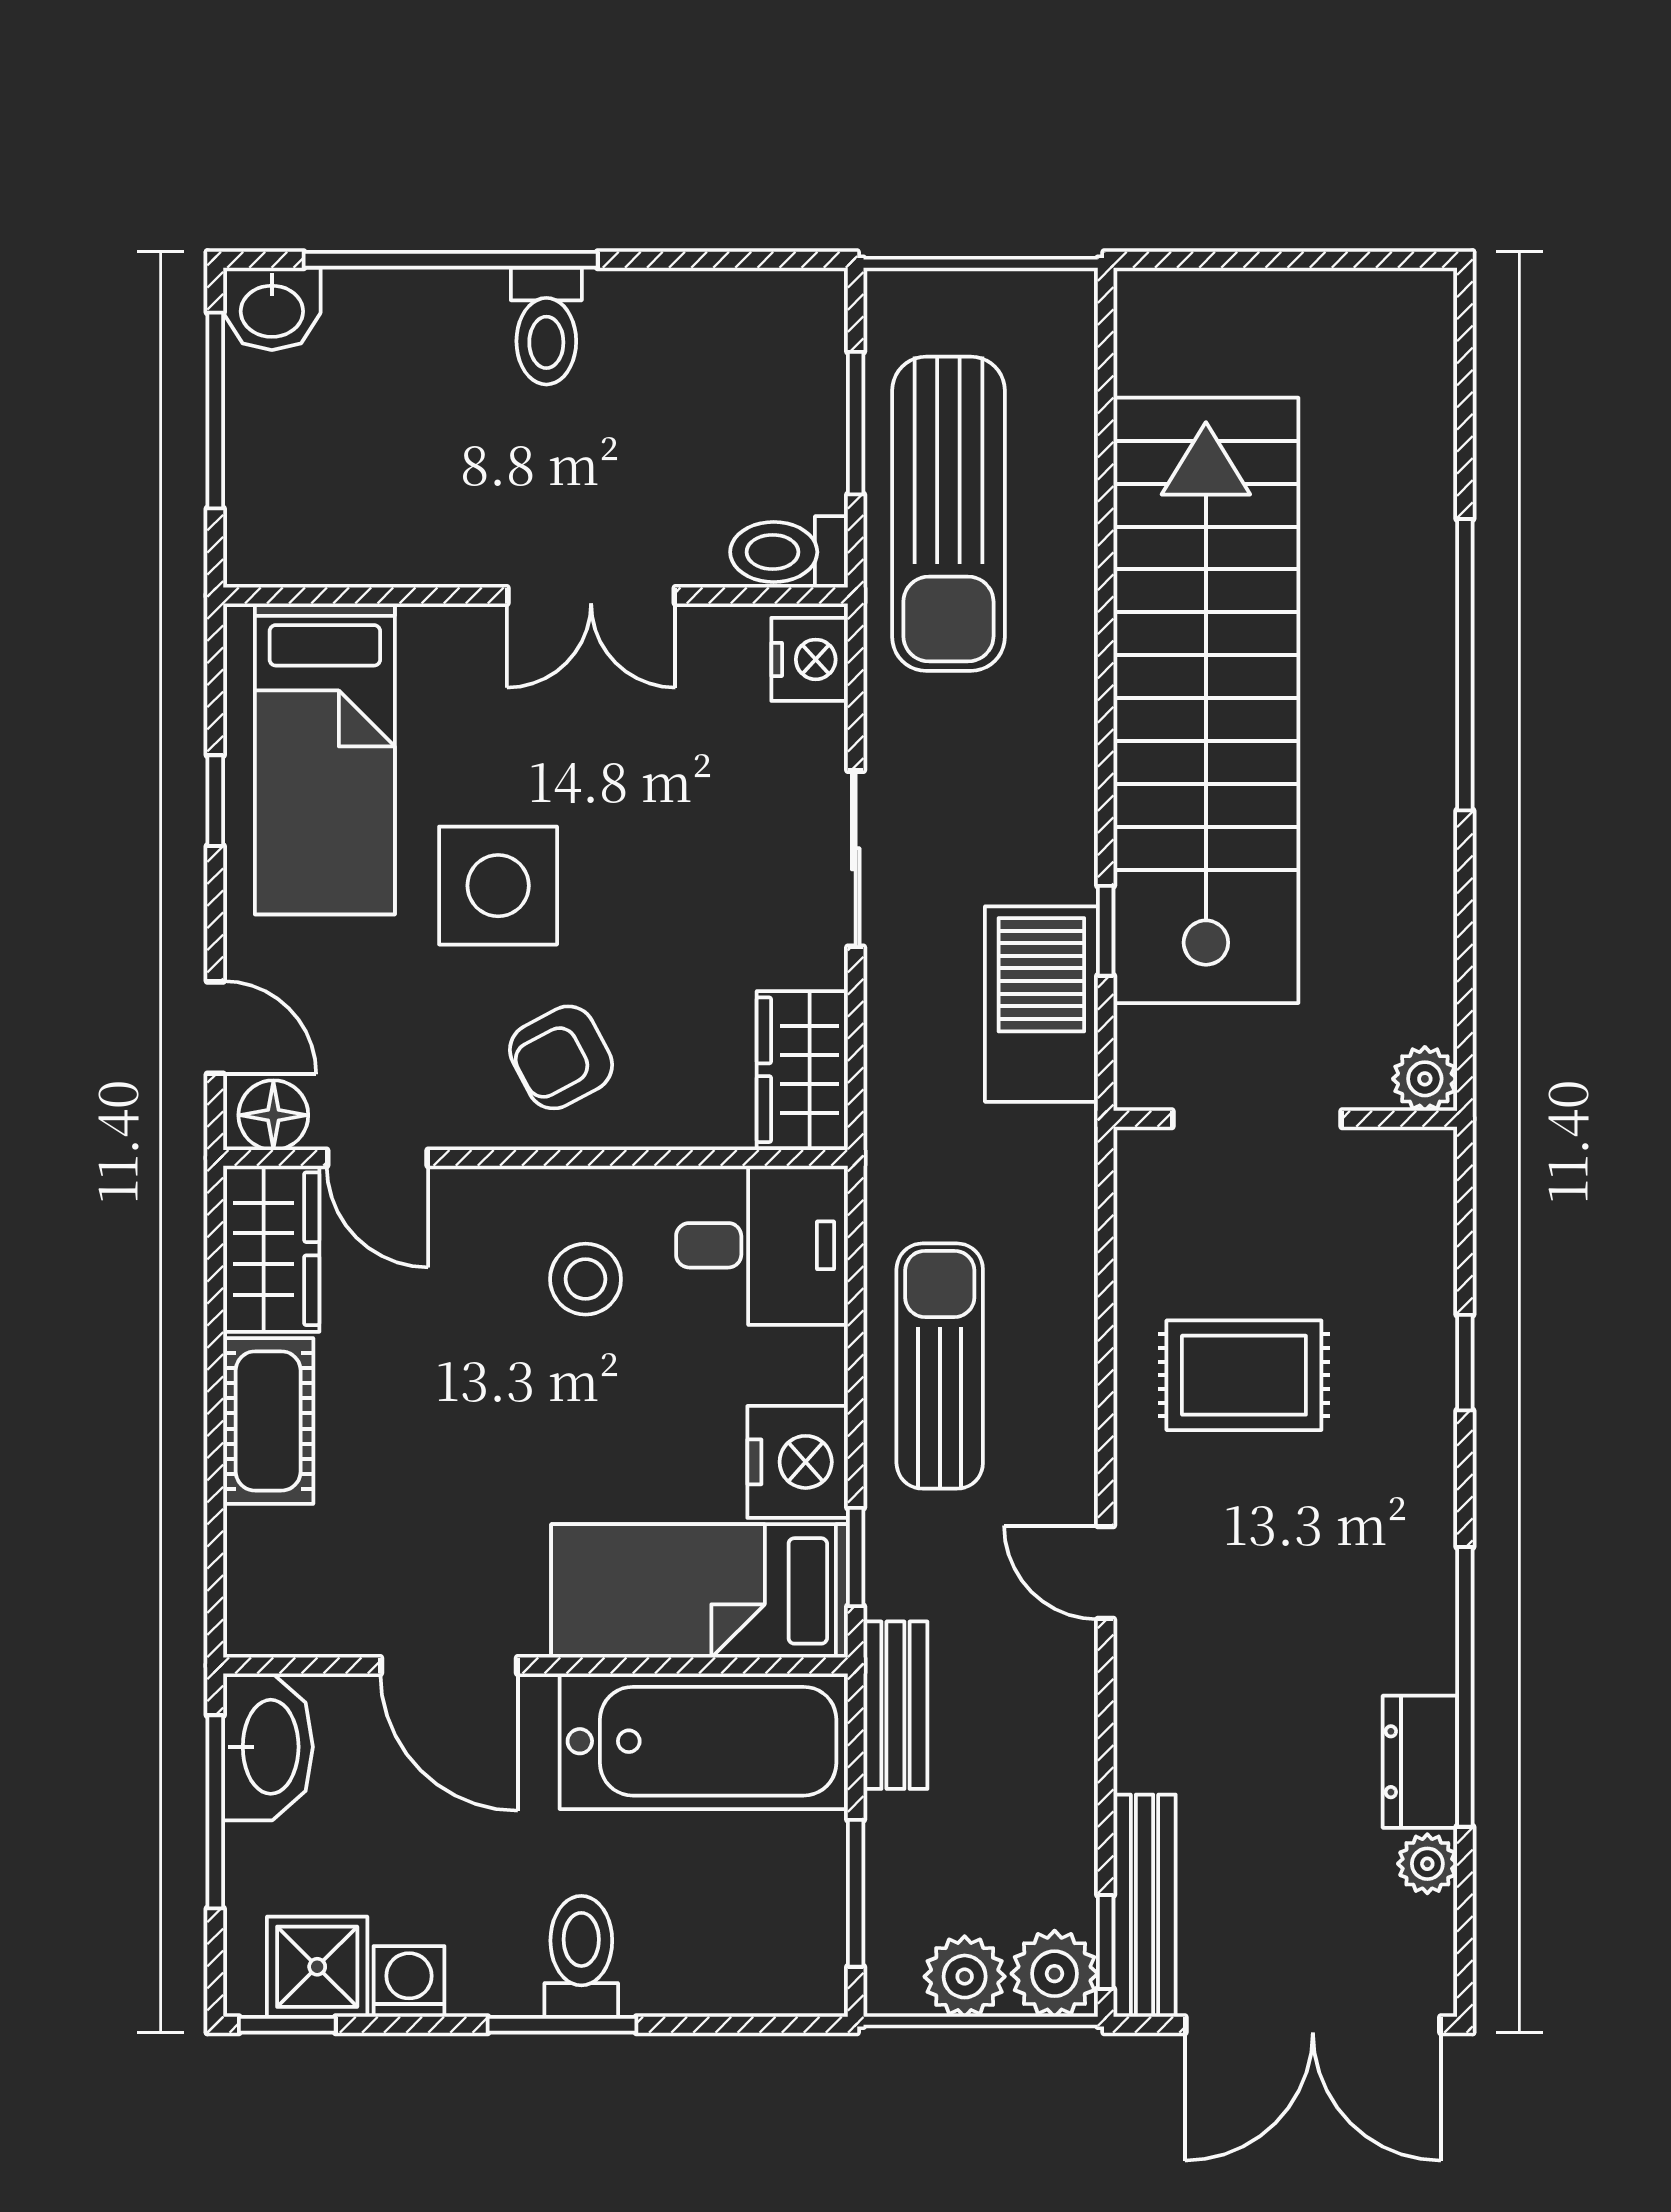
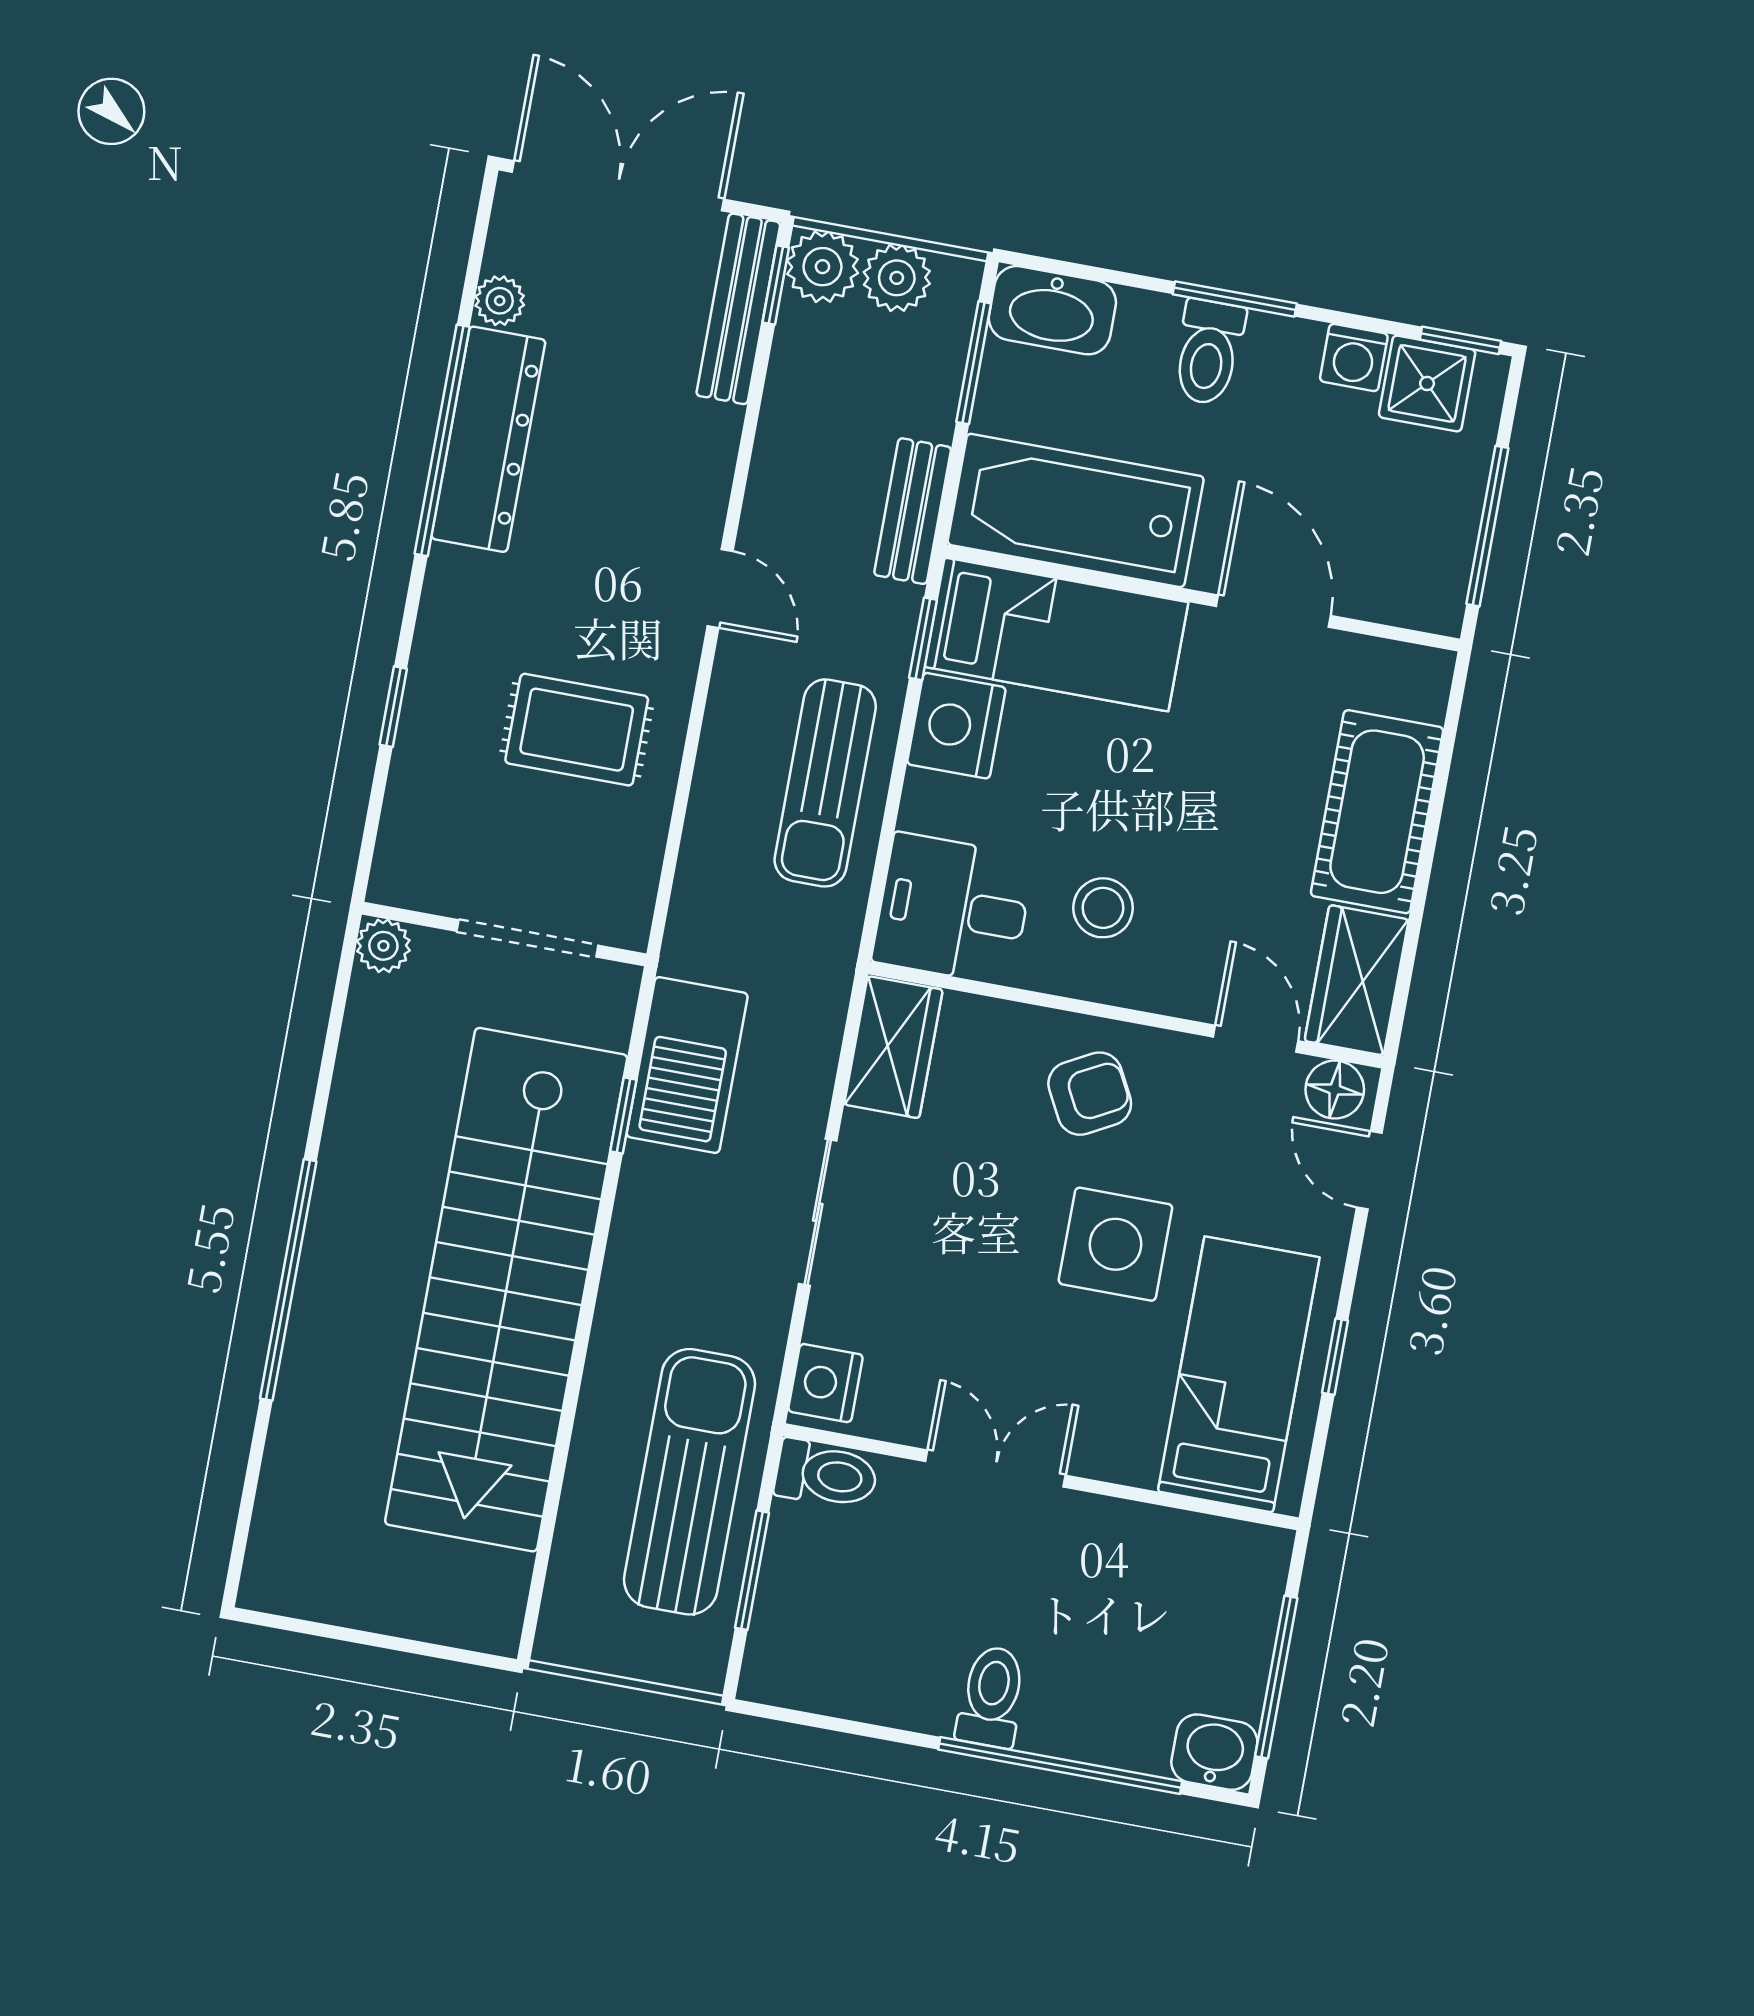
cot: (268, 1421) -> (1377, 812), width x1.37, depth x1.34
washbasin: (268, 1747) -> (1052, 310), moved, turned -90
dresser: (1420, 1762) -> (488, 439), width x1.96, depth x1.24

